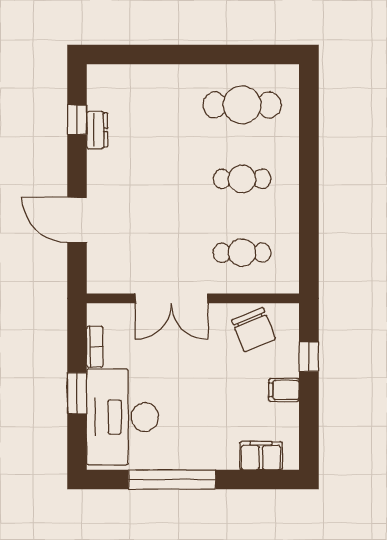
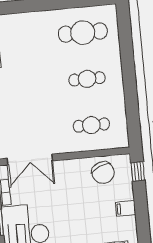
double door: (172, 298) -> (30, 160), moved
window: (309, 357) -> (138, 171), moved

